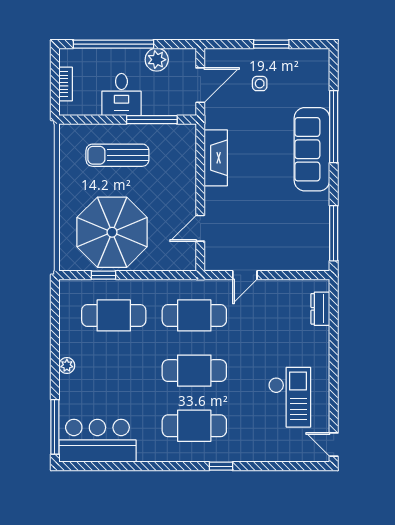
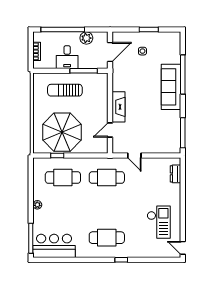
fireplace: (216, 158) -> (119, 107), moved
door: (245, 275) -> (134, 155), hinge flipped
cafe table: (194, 371) -> (107, 208), removed

